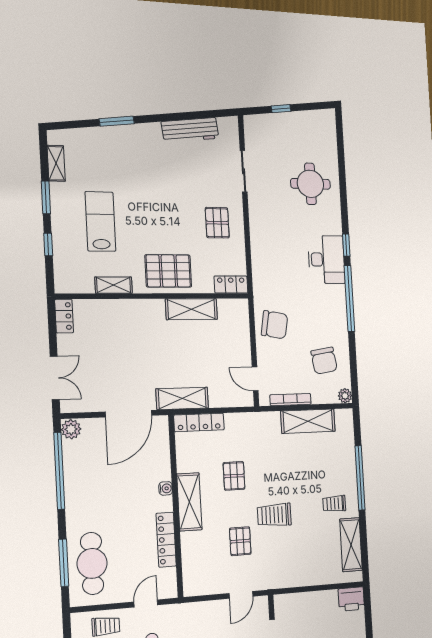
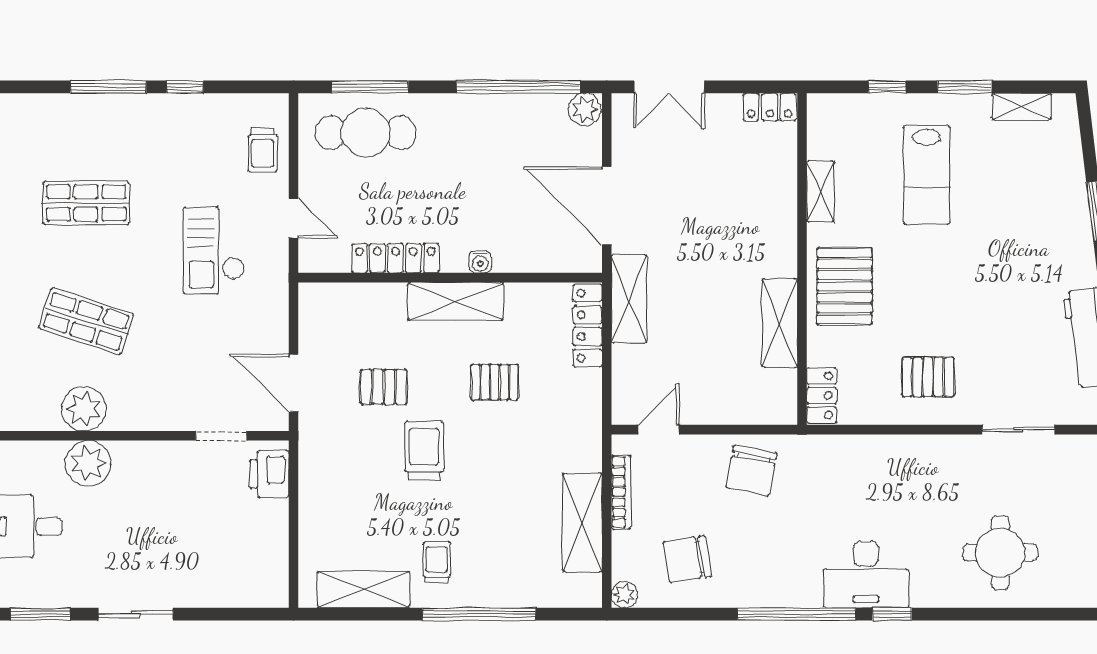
lab bench: (100, 221) -> (927, 175), turned 90
door: (241, 595) -> (293, 383), width x1.38
printer: (351, 599) -> (269, 474), moved

